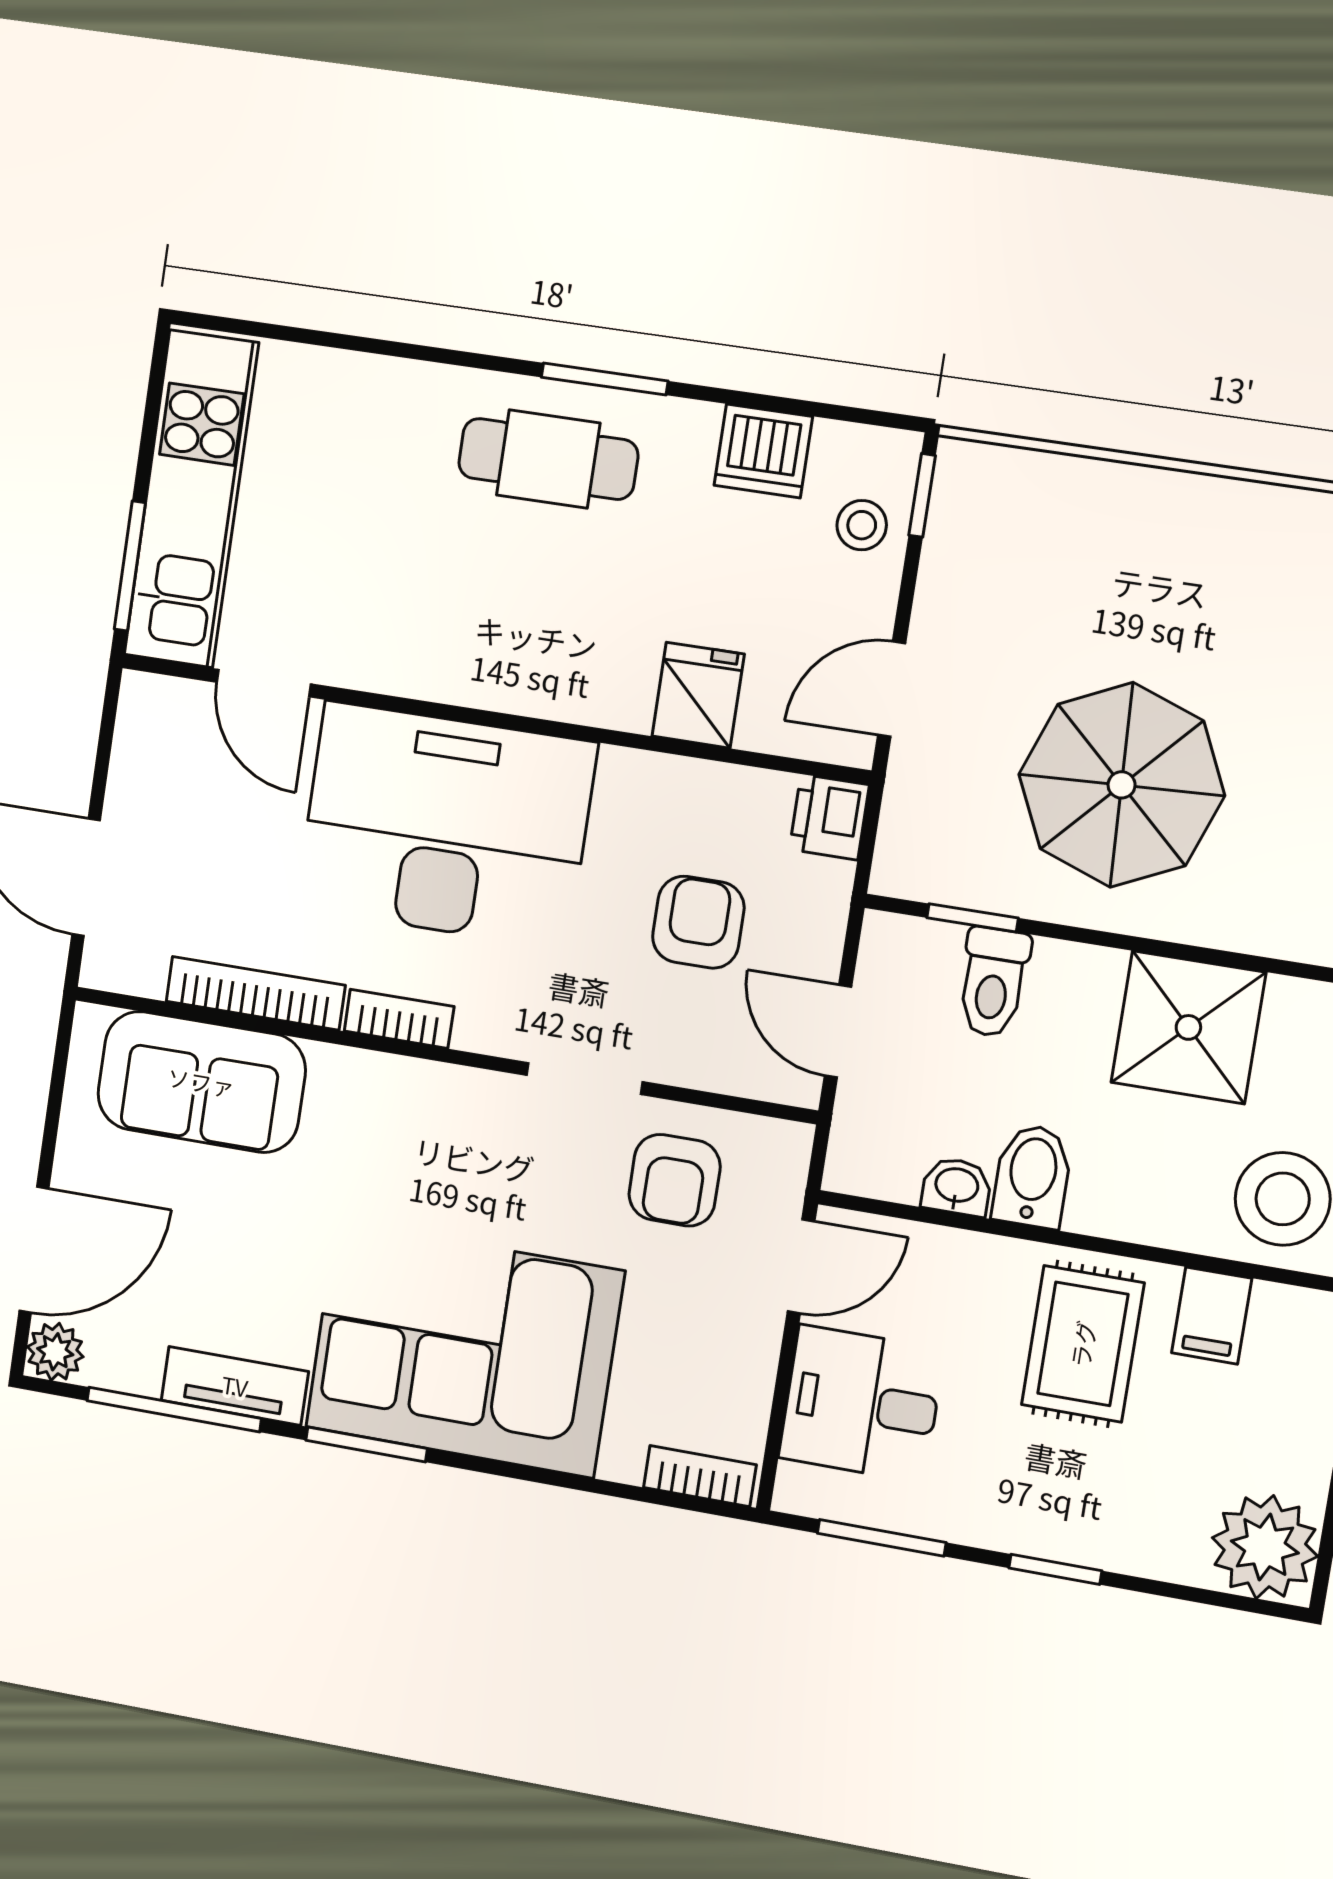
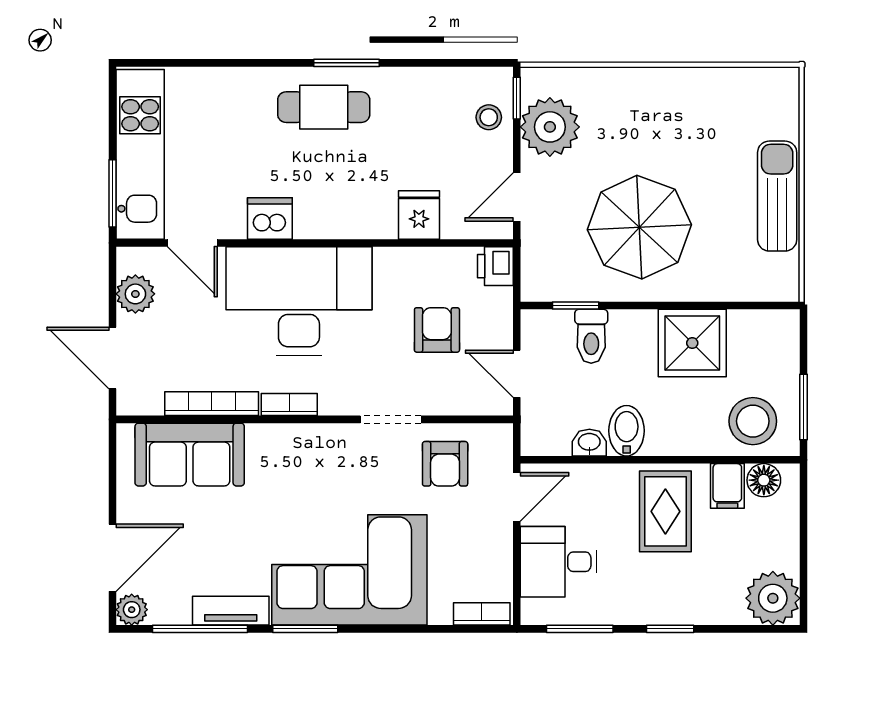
dishwasher: (763, 451) -> (270, 218), moved, turned 180
plant: (978, 562) -> (550, 127), added
plant: (145, 763) -> (135, 294), added
floor lamp: (1285, 1317) -> (764, 480), added

